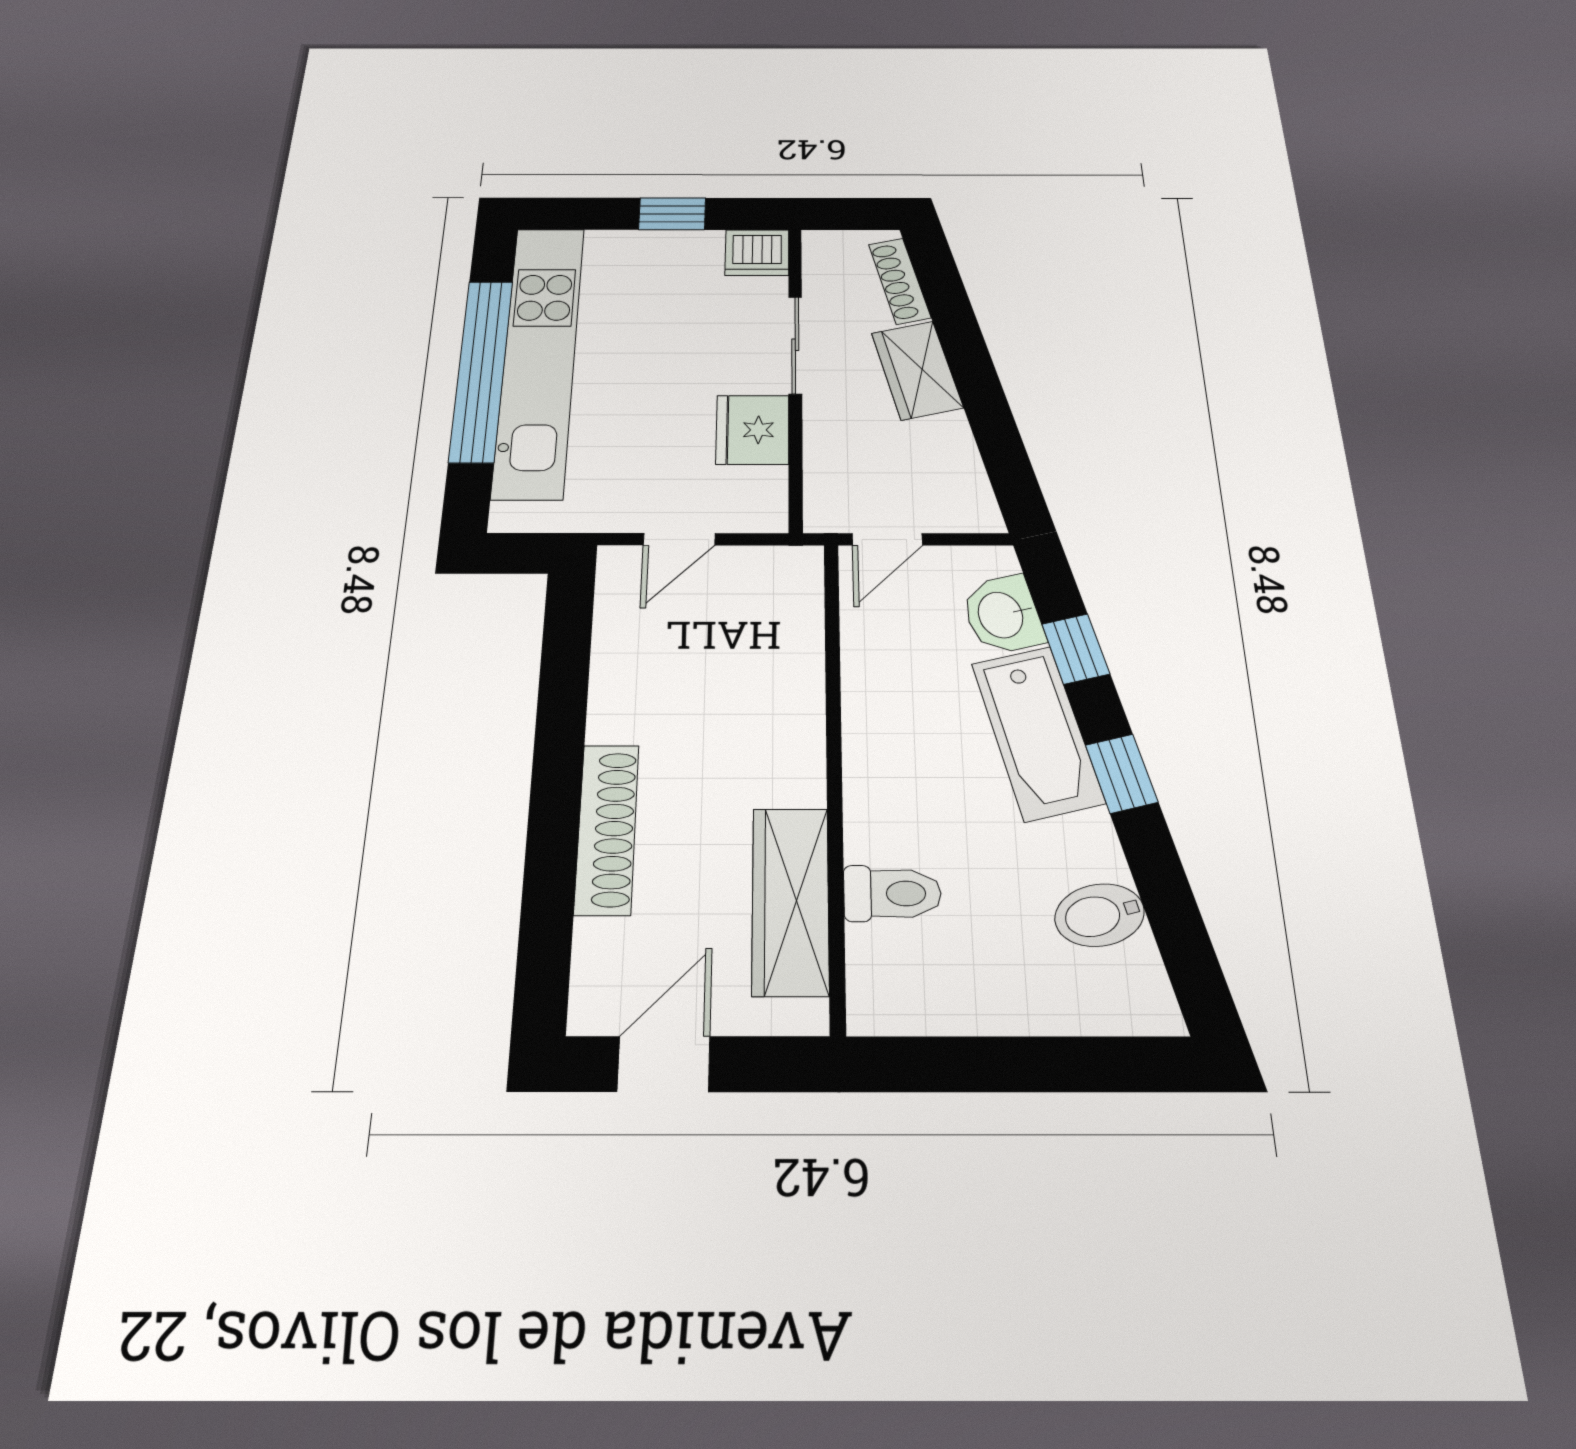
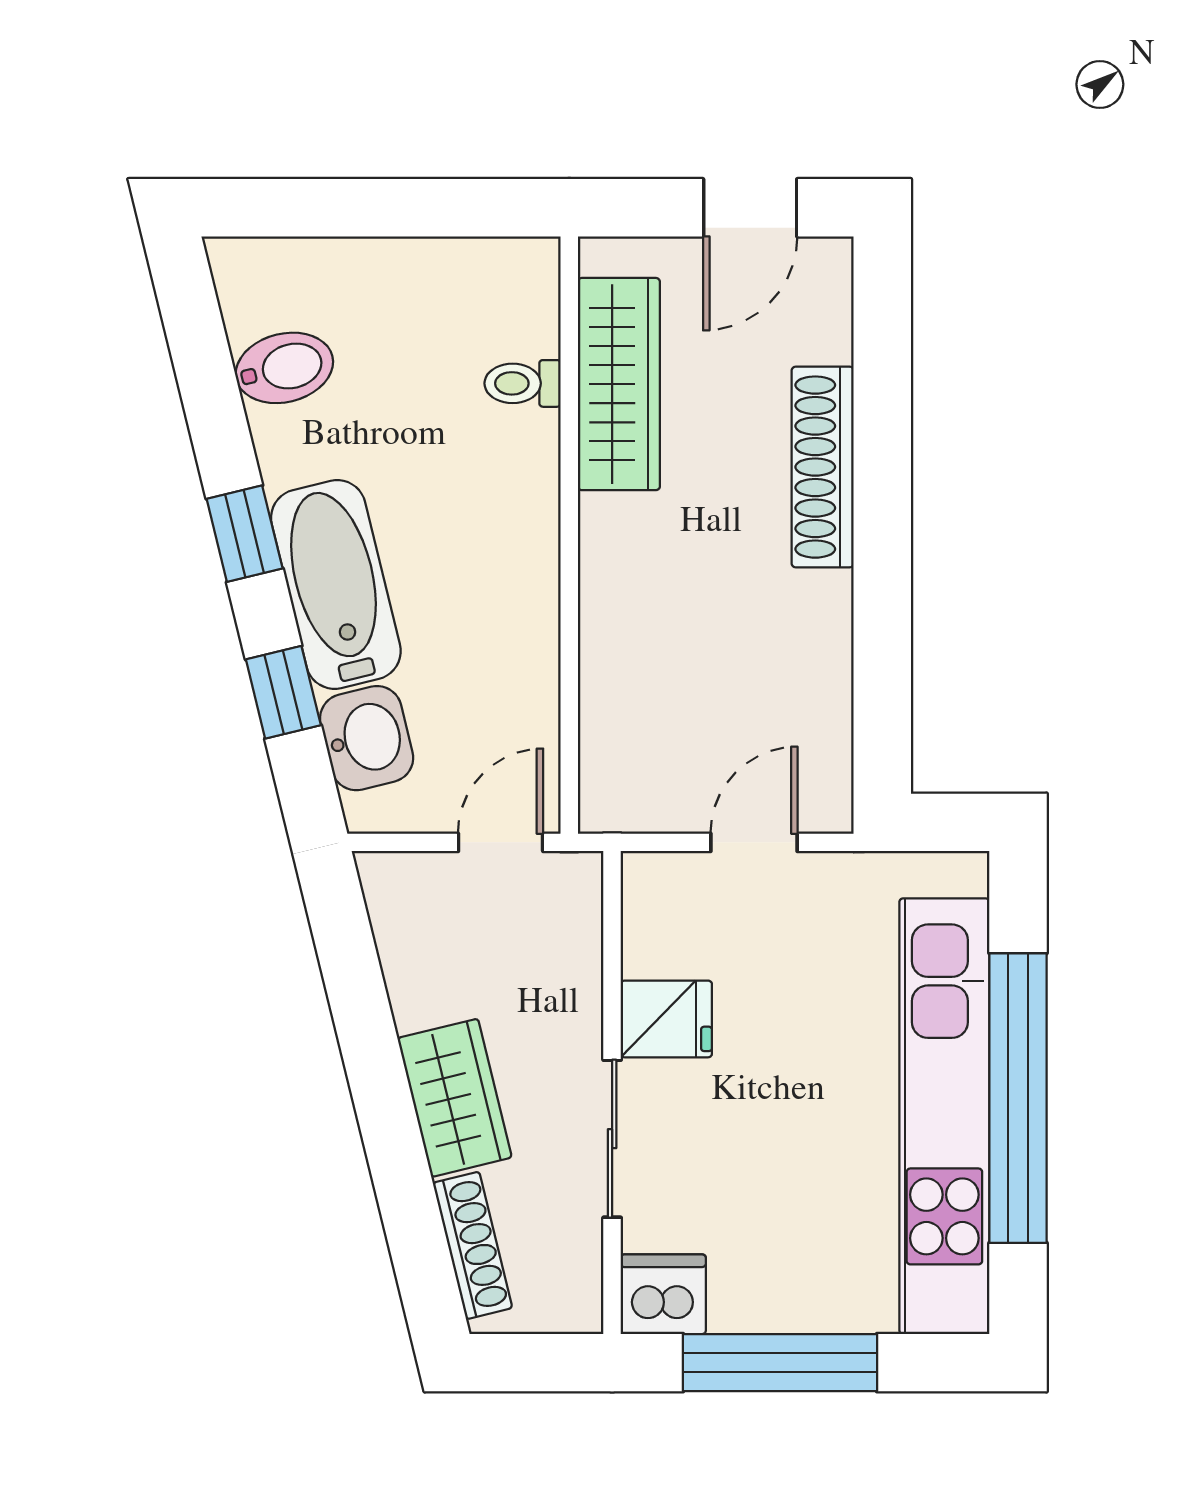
window: (672, 214) -> (780, 1363), width x2.17
fridge: (753, 430) -> (666, 1019), width x0.72
toilet: (892, 893) -> (523, 383), width x0.73, depth x0.72

